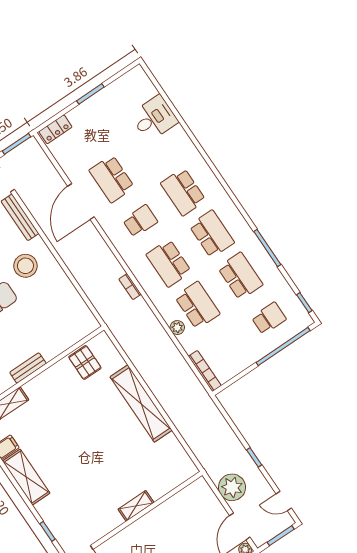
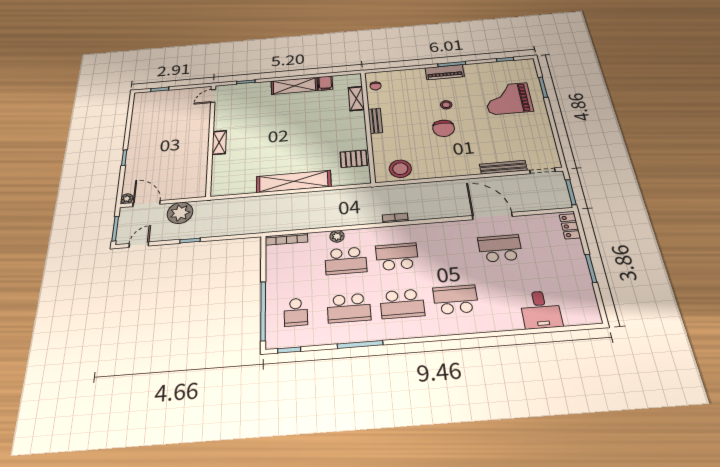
school desk: (140, 221) -> (448, 252), removed
stool: (25, 266) -> (400, 169), moved

